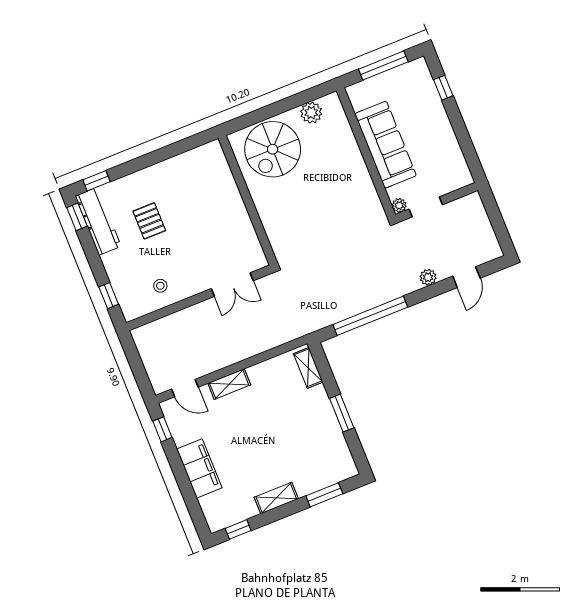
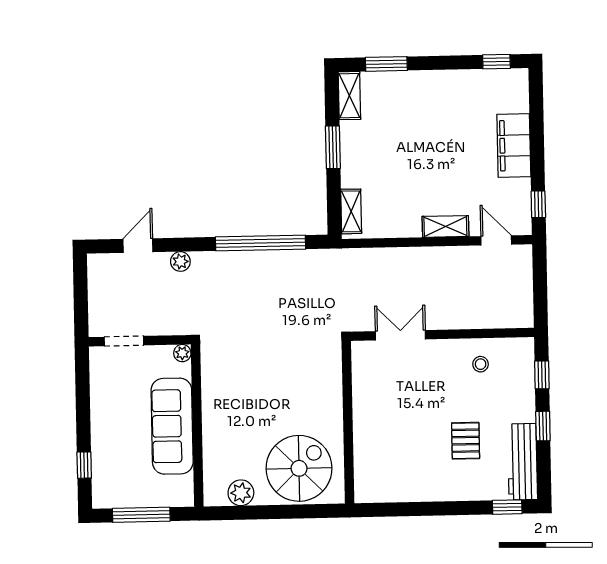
doorway: (426, 207) -> (124, 341), moved
window: (77, 217) -> (543, 426), moved
shelving: (276, 498) -> (349, 96), moved, turned 90

